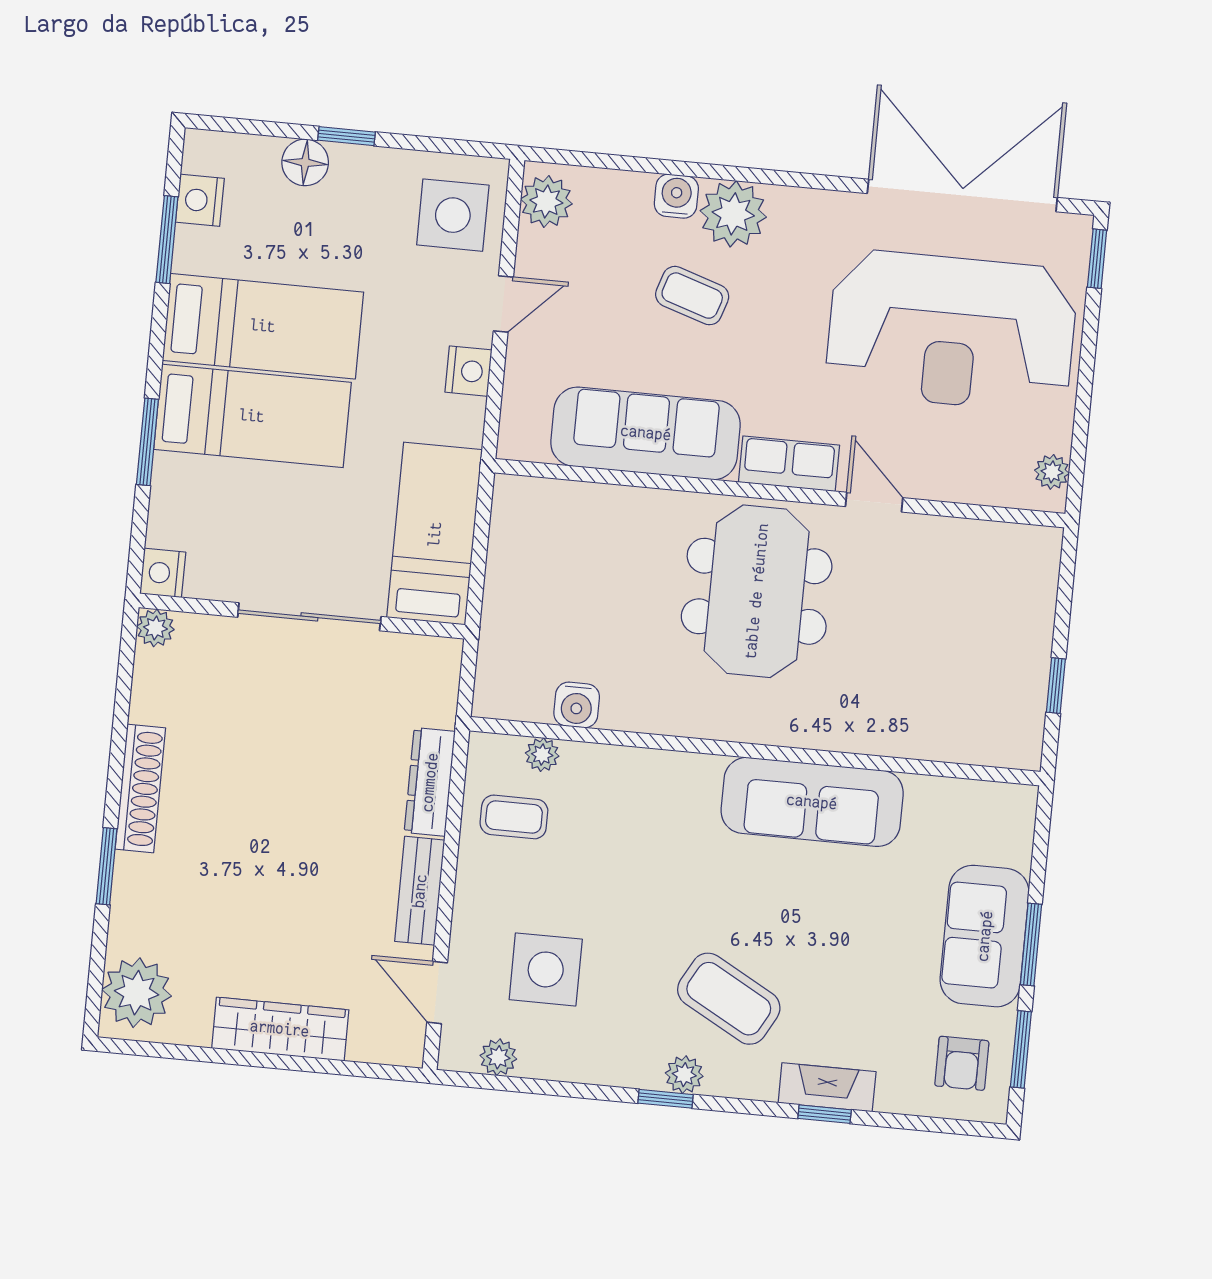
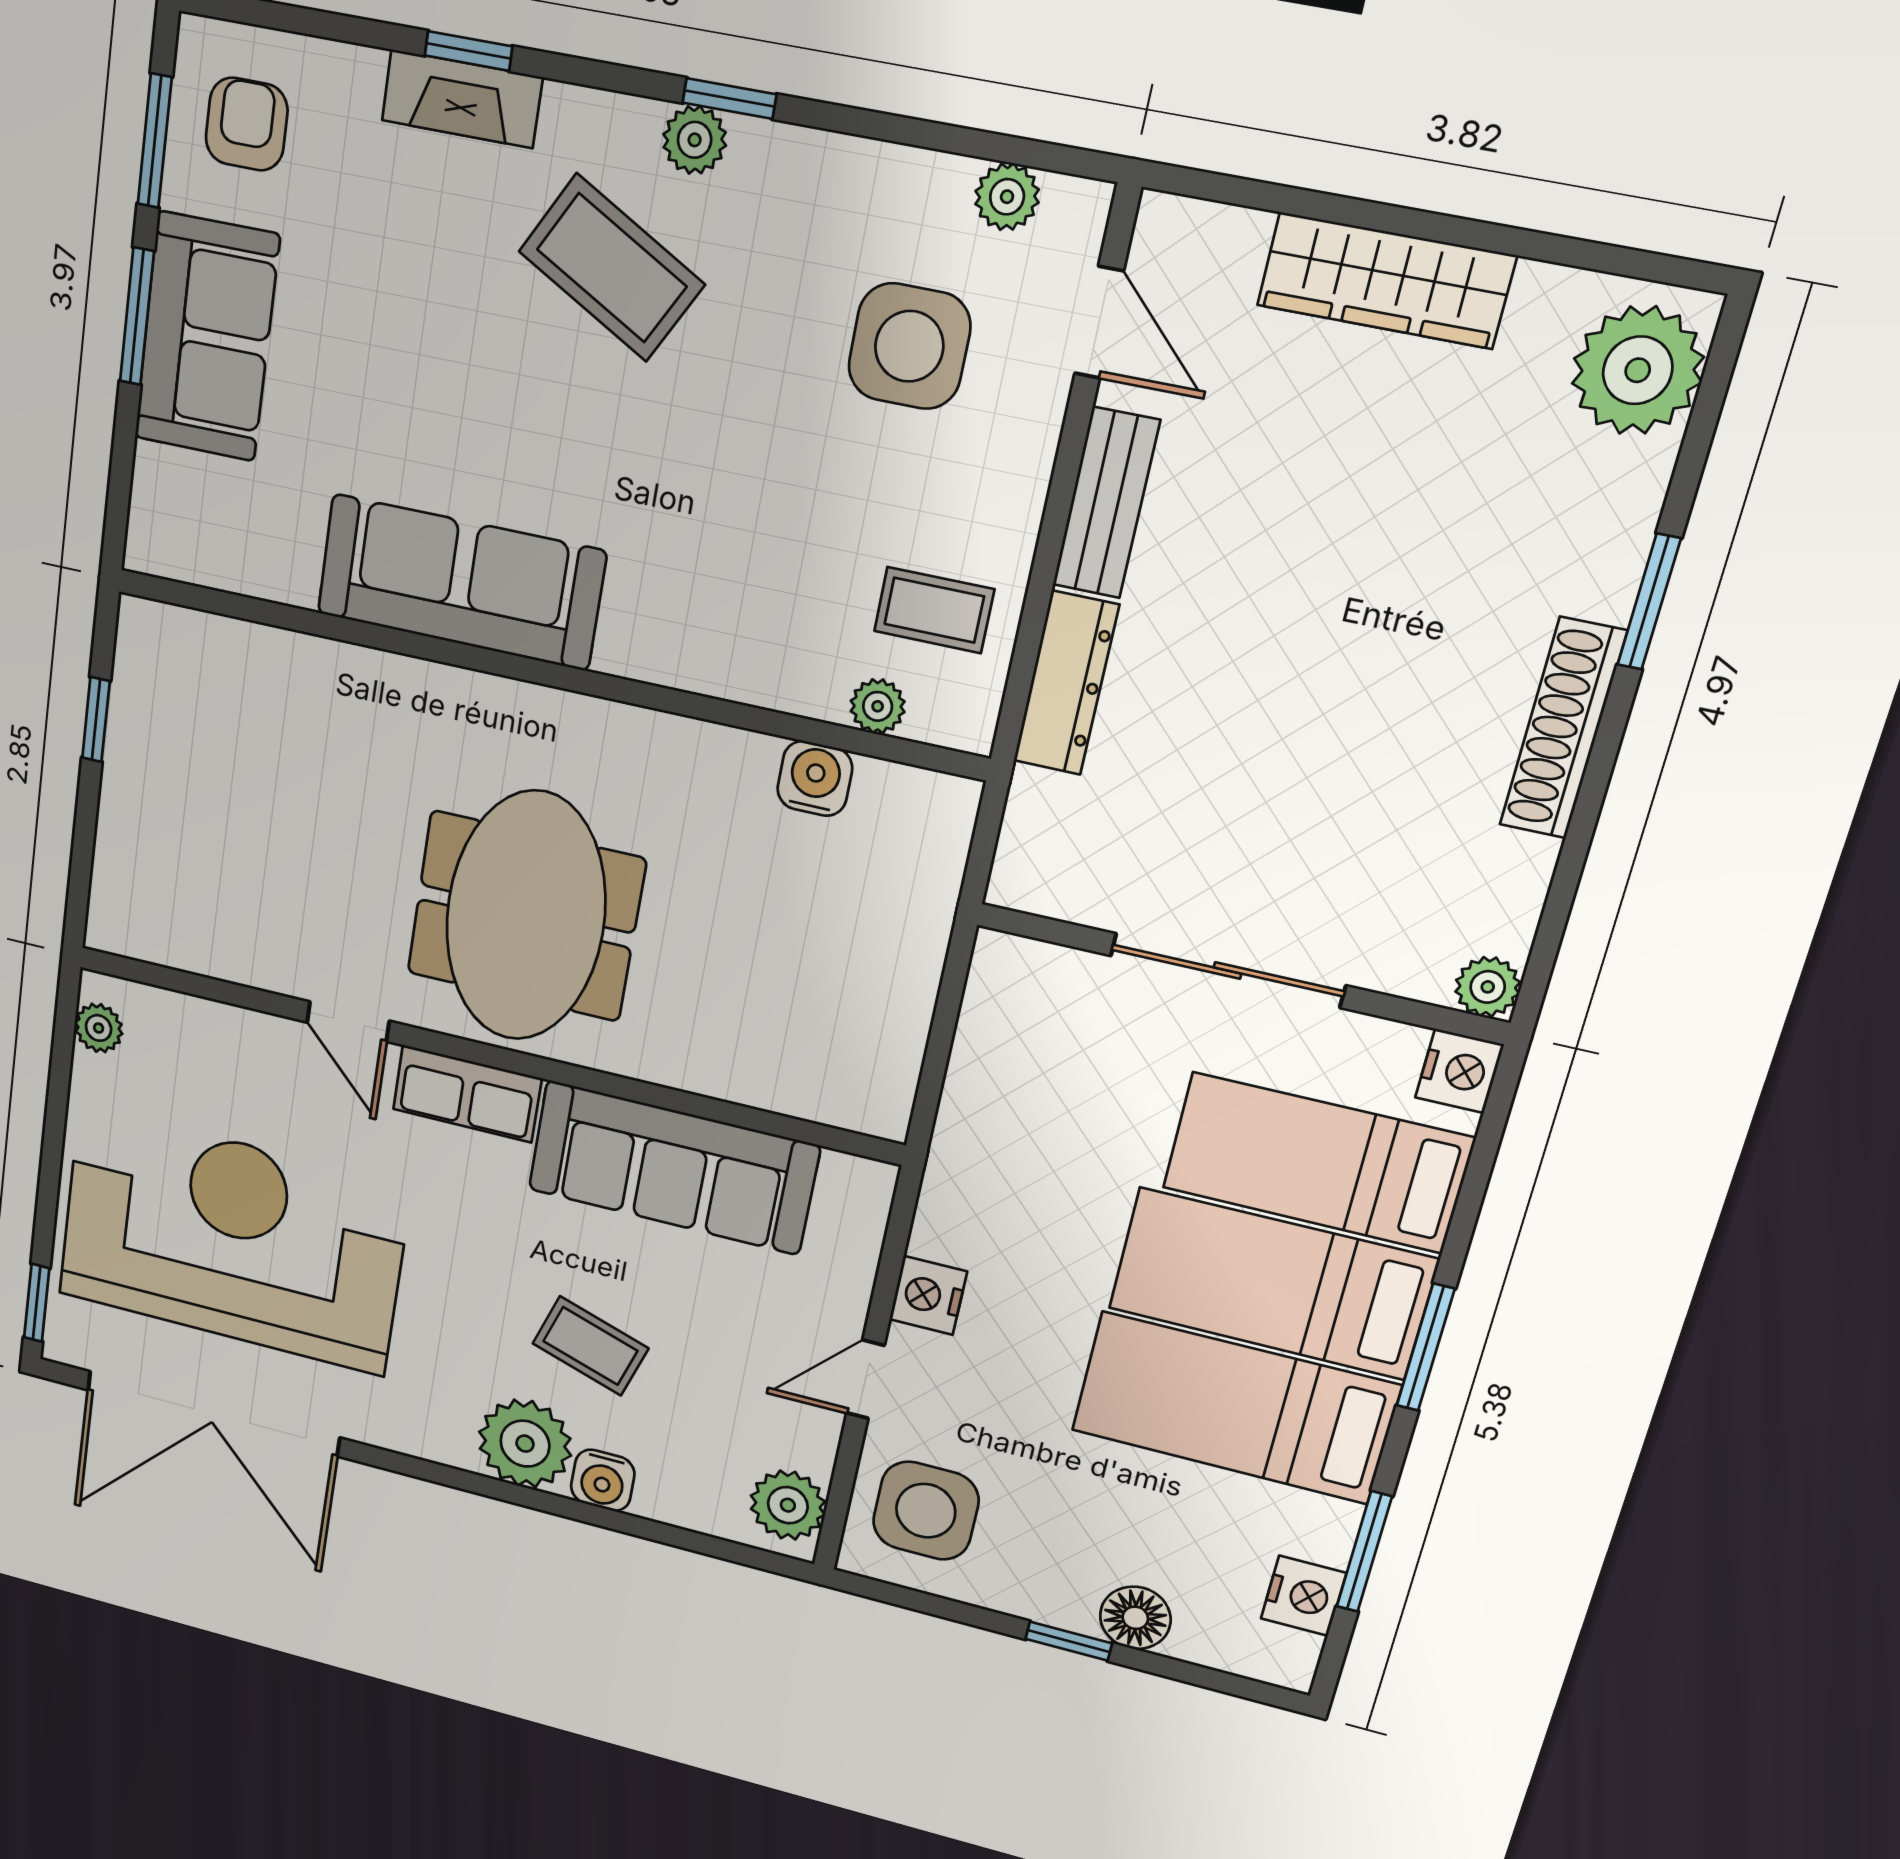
window: (147, 442) -> (1426, 1347), moved
bed: (435, 534) -> (1317, 1163), moved, turned 90

